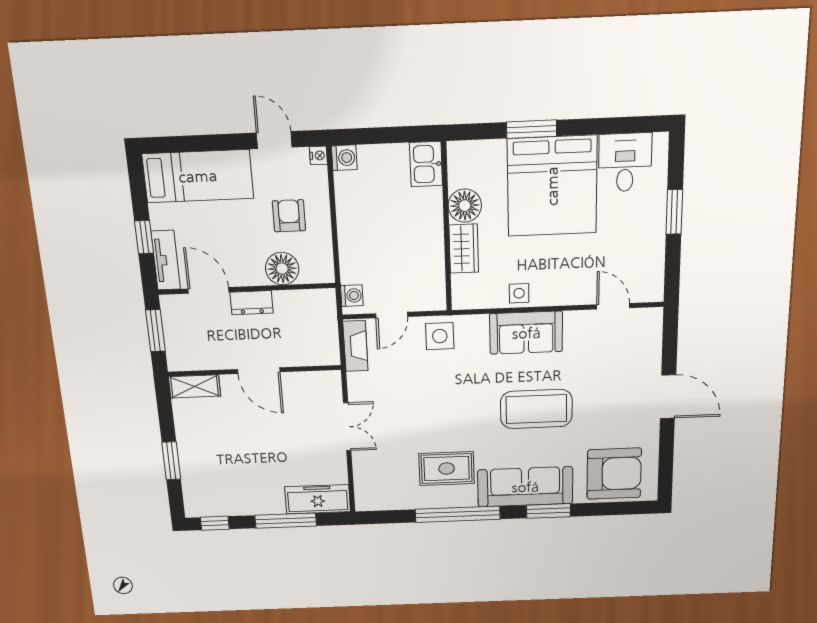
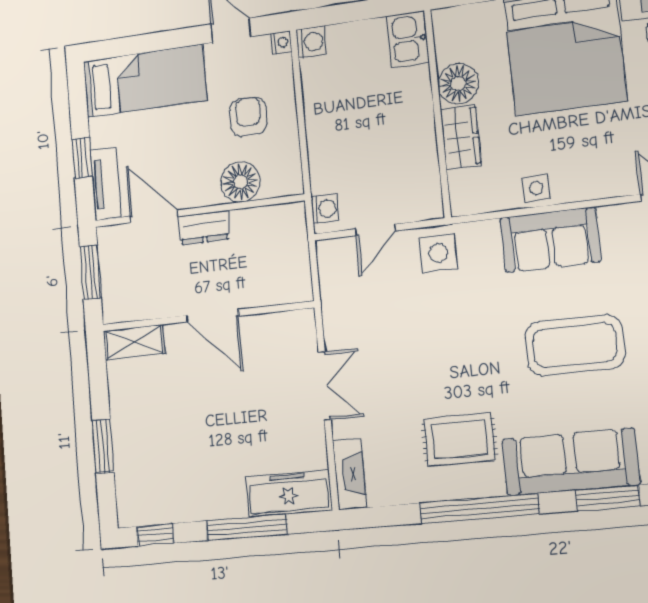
fireplace: (355, 346) -> (350, 474), moved

